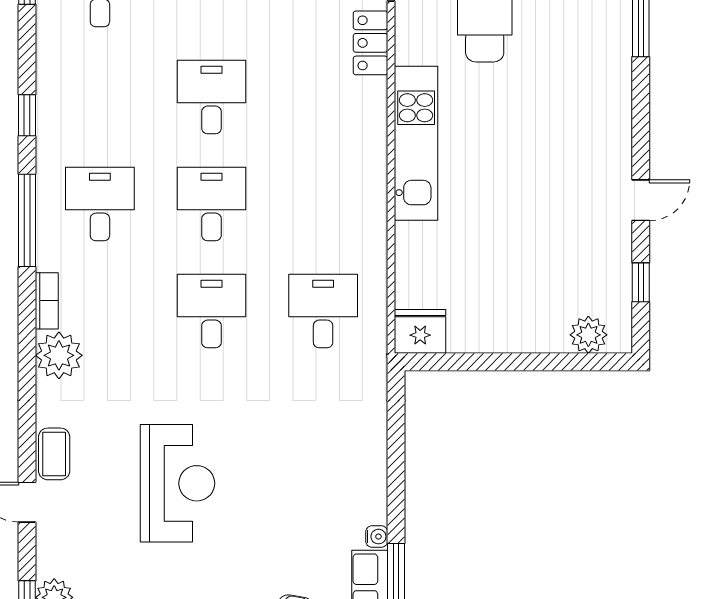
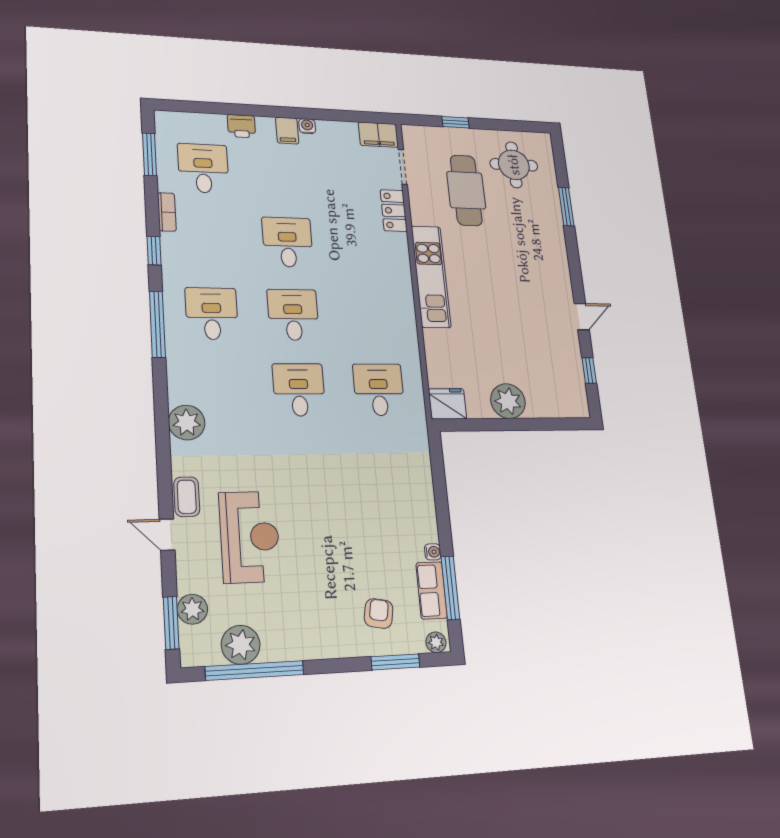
bookcase: (47, 301) -> (167, 212), moved
plant: (588, 335) -> (508, 401), moved, width x1.36, depth x1.36
reception desk: (177, 483) -> (250, 537), moved

